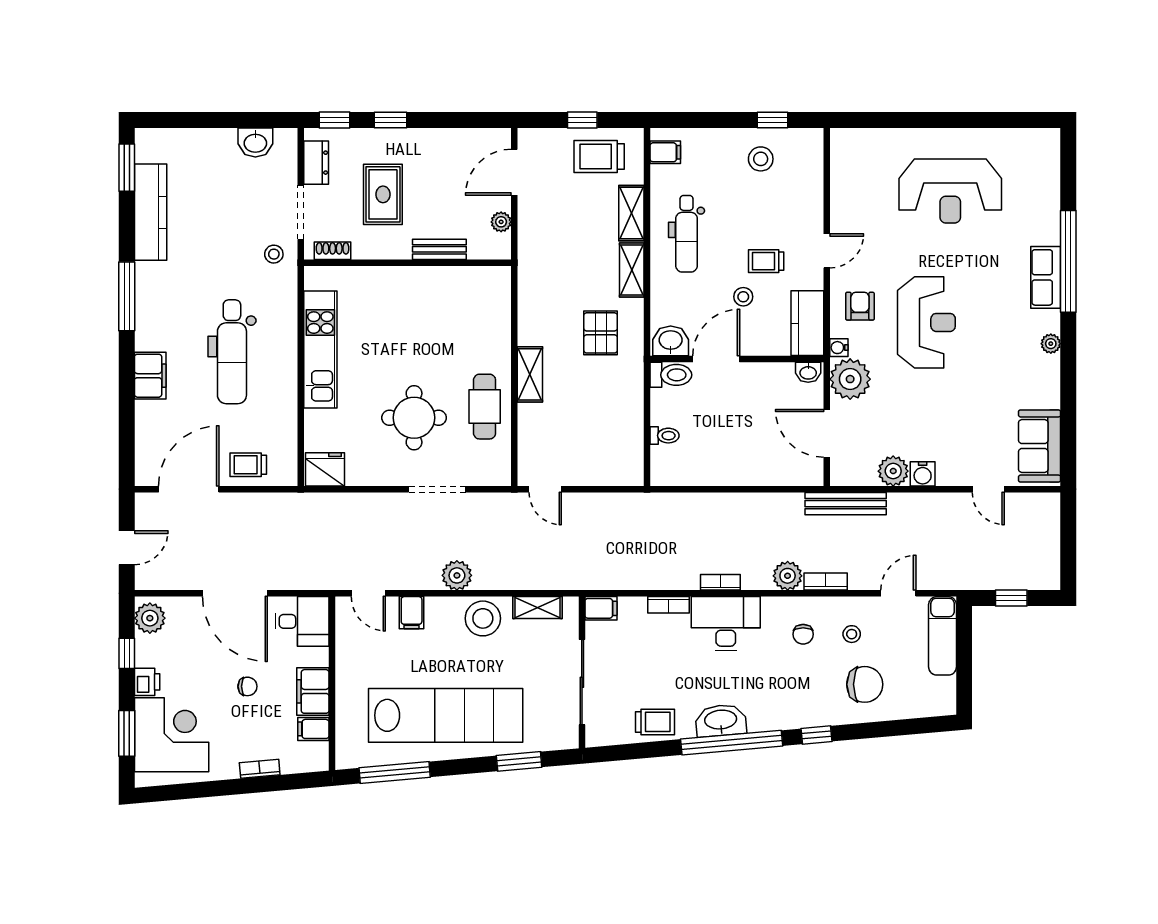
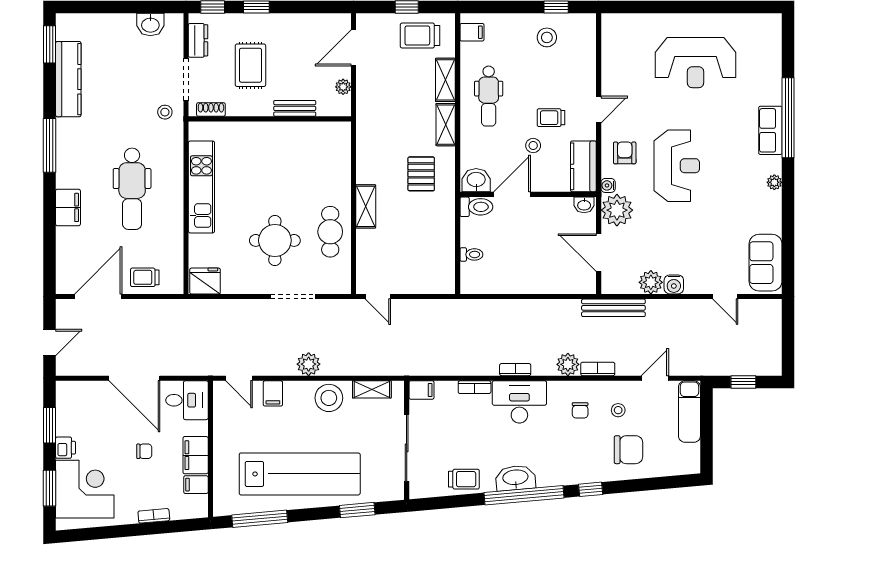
plant: (150, 618) -> (68, 398), removed
window: (127, 653) -> (50, 425), width x1.50

